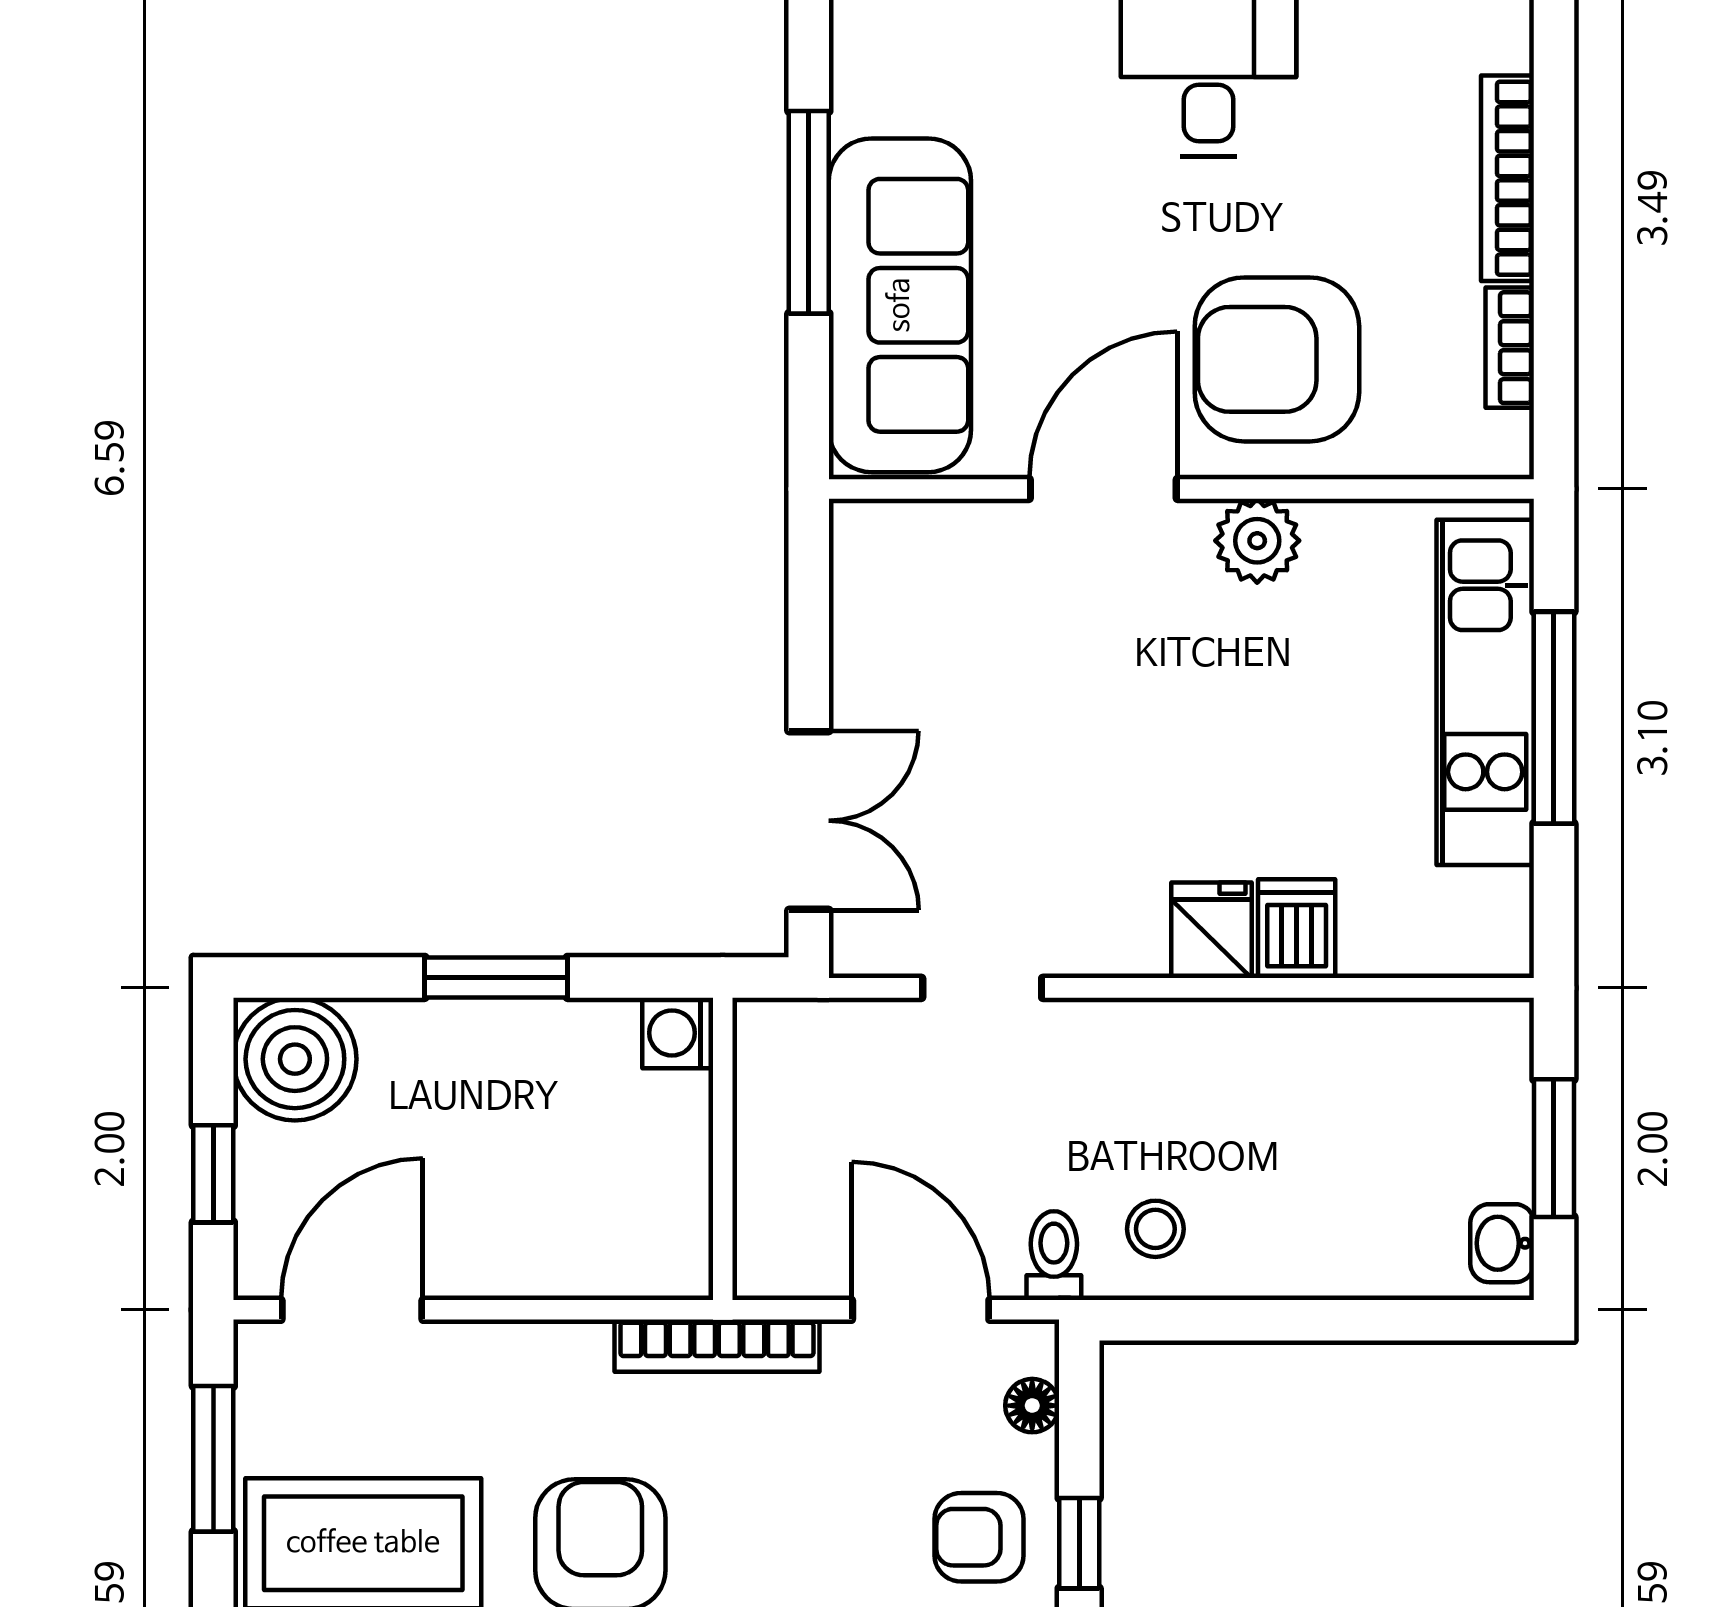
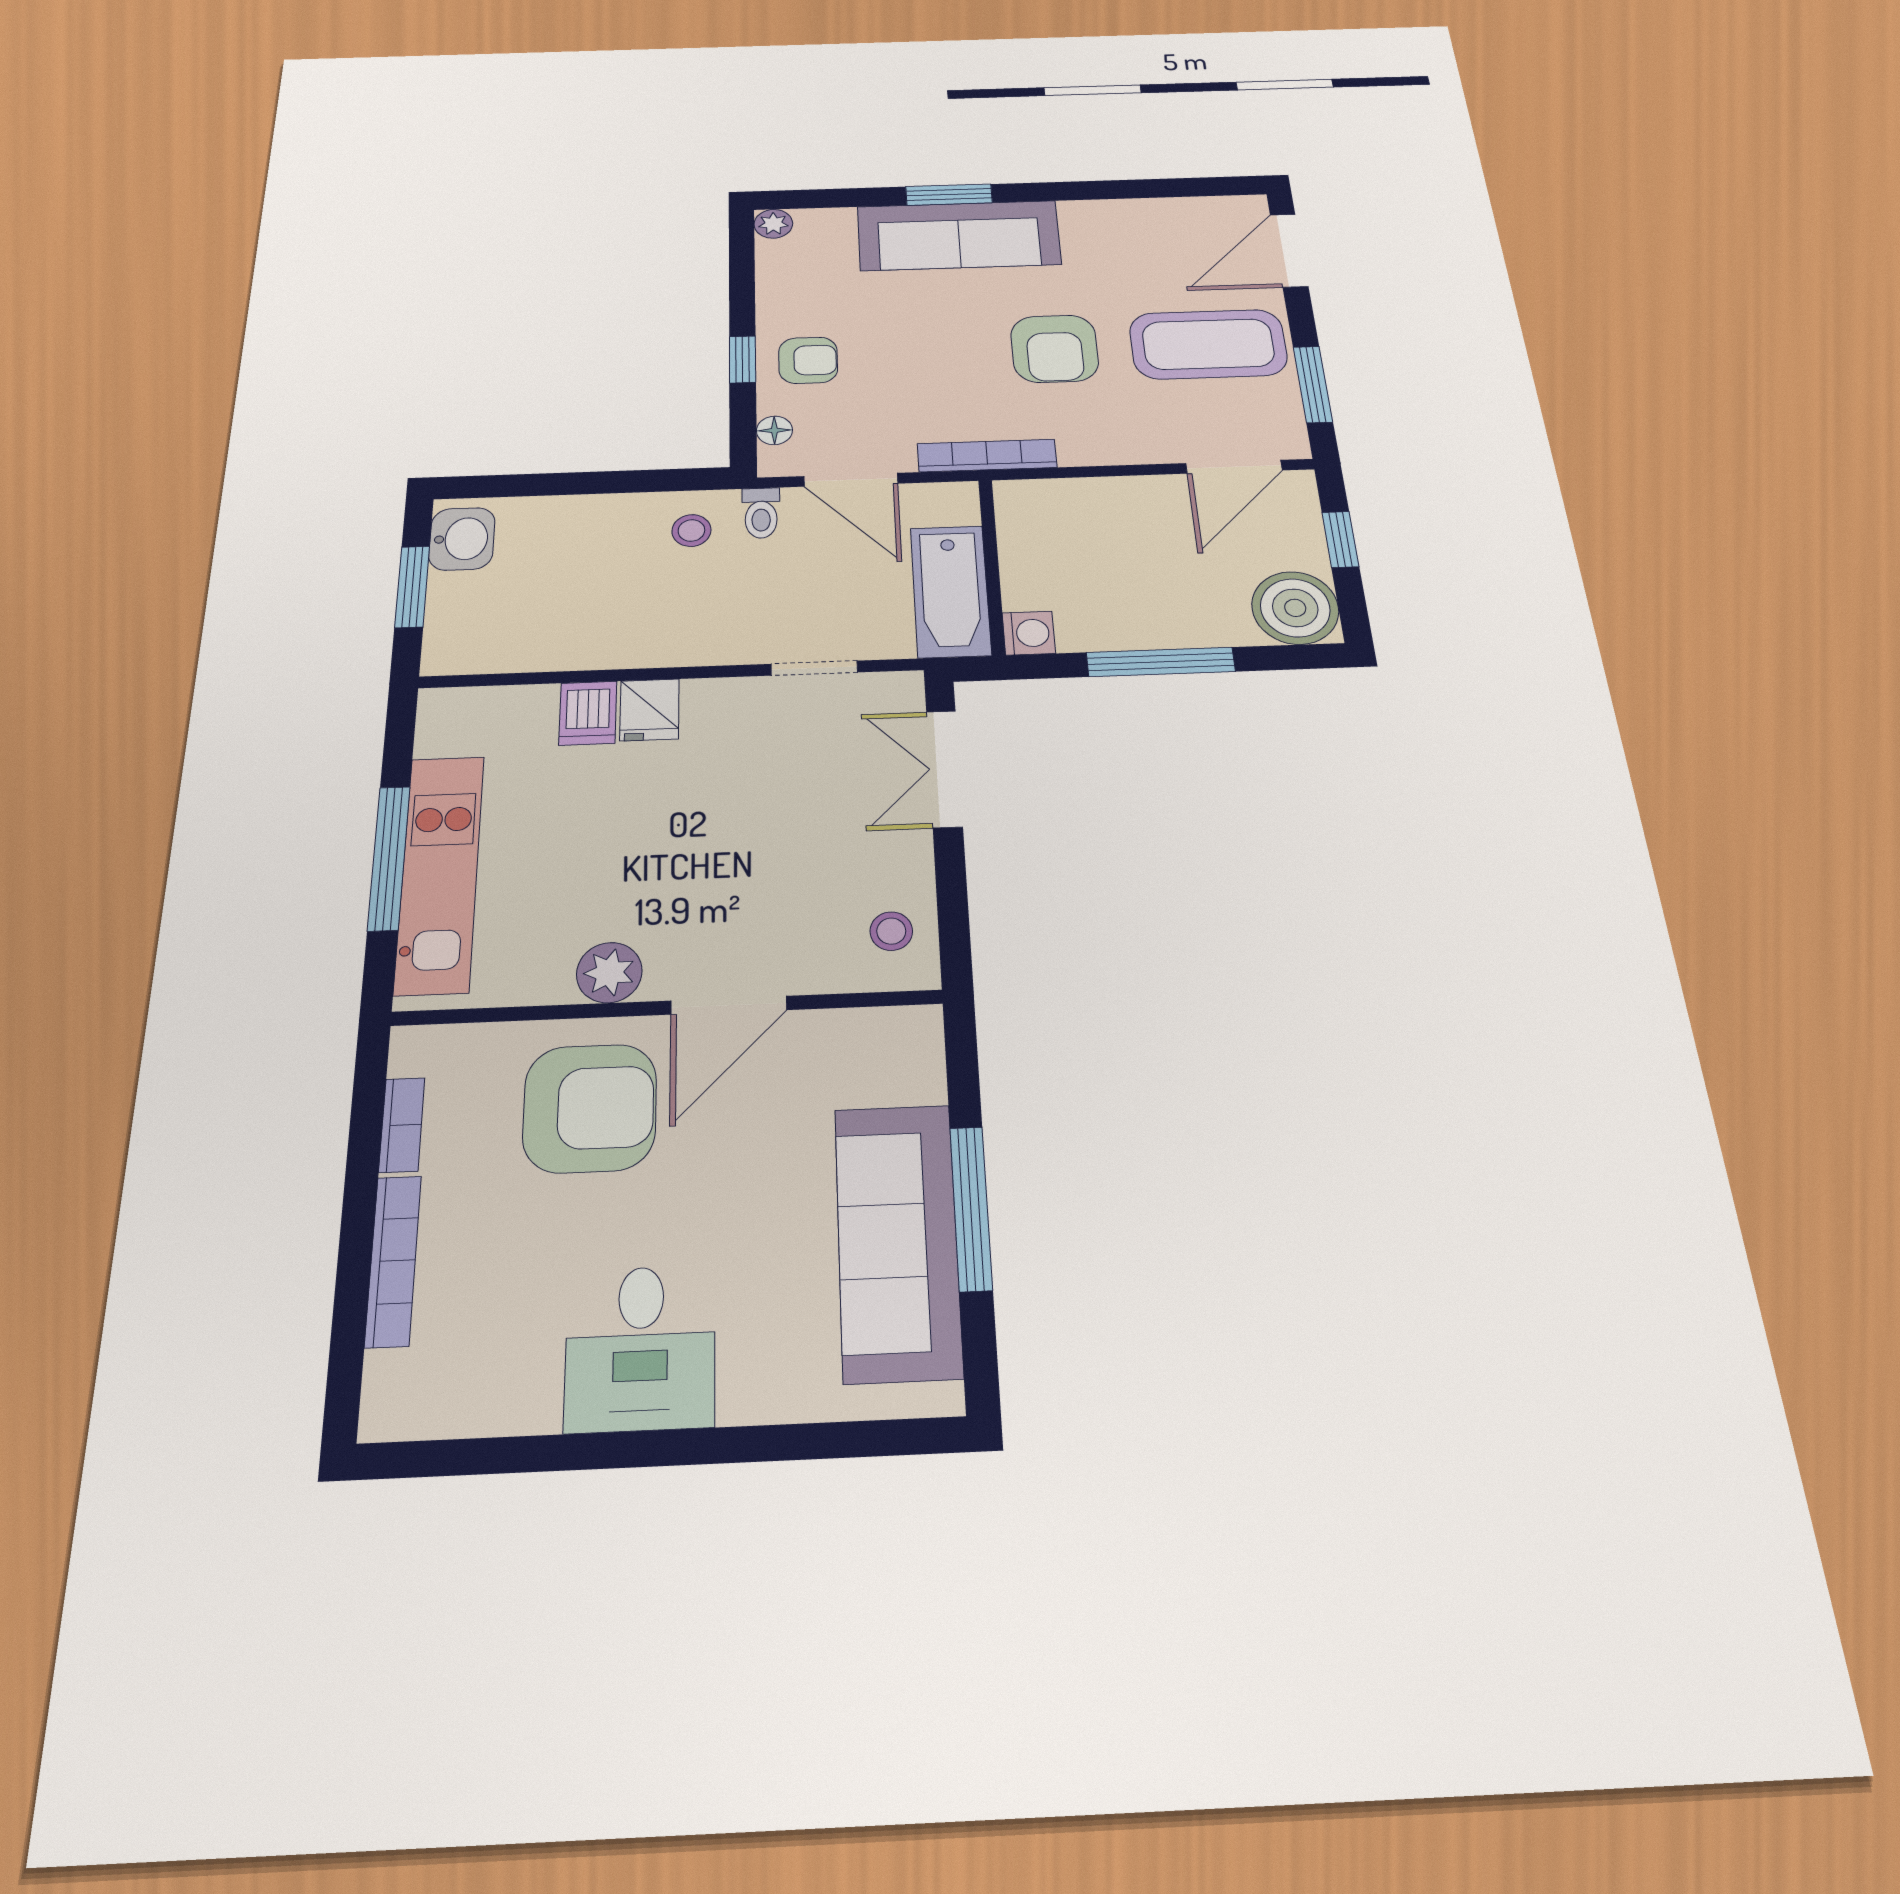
sofa: (900, 305) -> (898, 1241), moved
stool: (891, 583) -> (891, 931), added
window: (496, 977) -> (1161, 662), width x1.44
bathtub: (784, 1108) -> (950, 591), added
washbasin: (1502, 1243) -> (462, 539), width x1.38, depth x1.45

